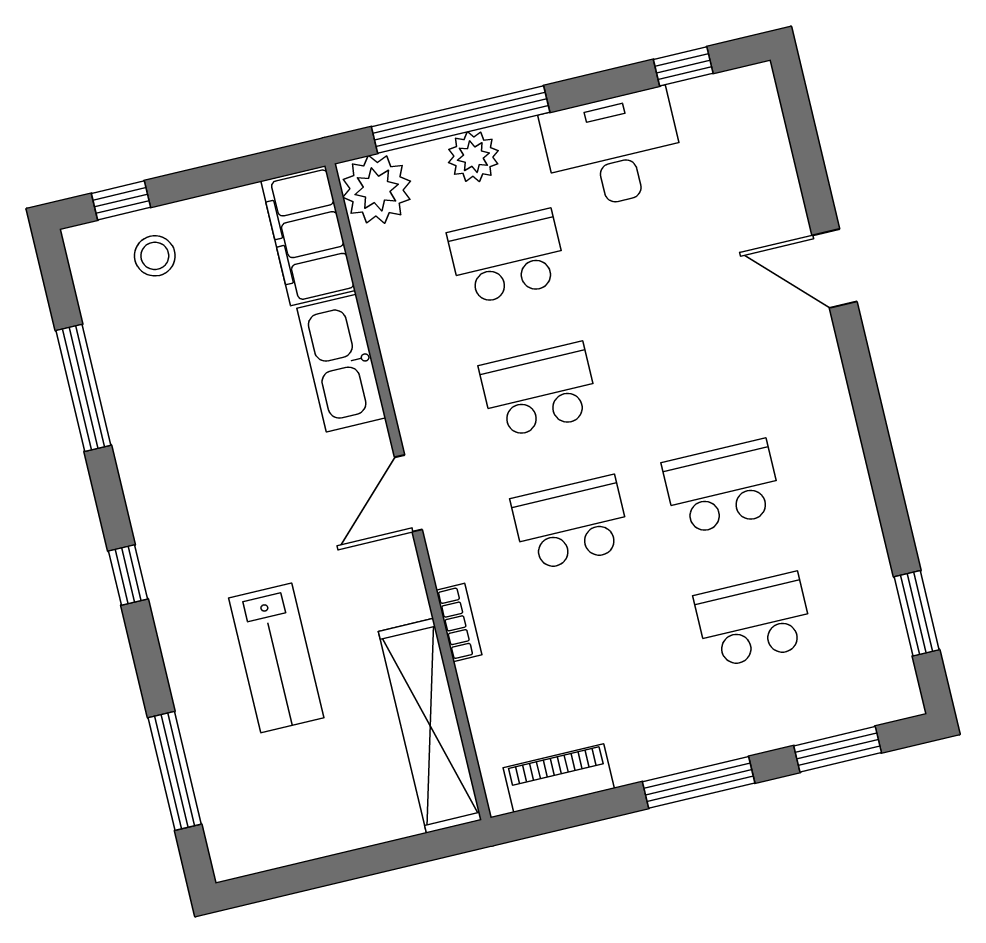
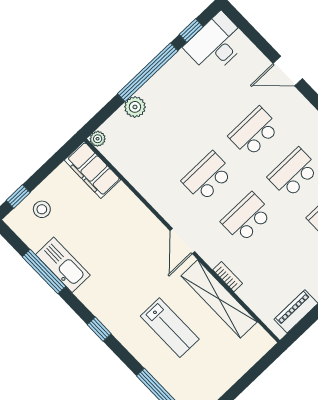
window: (461, 119) -> (148, 72), moved
desk: (613, 150) -> (216, 44), moved
plant: (377, 189) -> (98, 139), width x0.53, depth x0.53
school desk: (507, 257) -> (254, 132), moved
kitchen sink: (341, 363) -> (63, 265), moved, turned 180
shelving: (430, 726) -> (219, 299), moved

